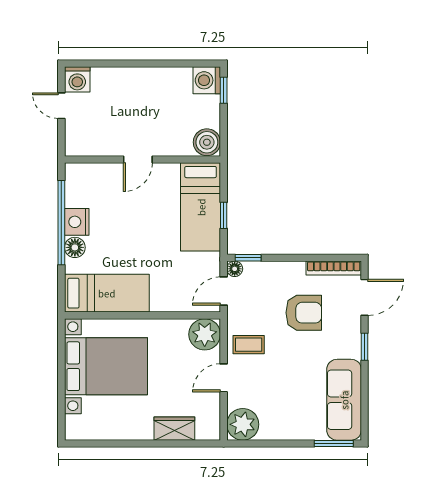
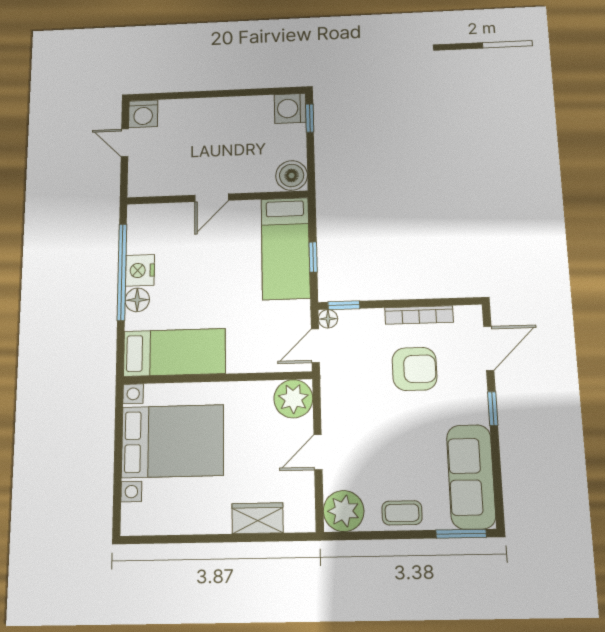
bookcase: (334, 268) -> (419, 315), moved
coffee table: (249, 345) -> (402, 513), moved

